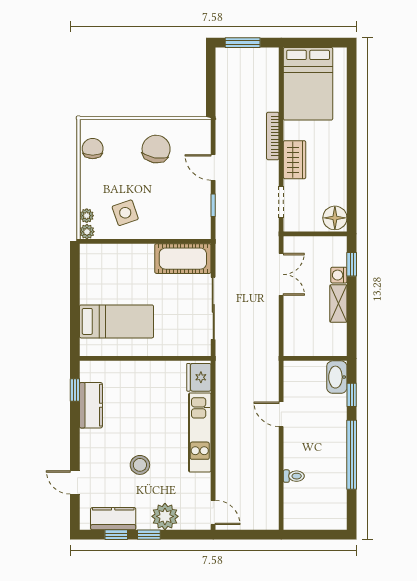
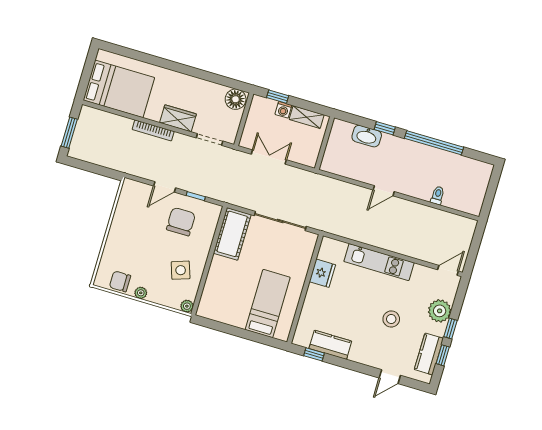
chair: (156, 149) -> (181, 222), moved, turned 80
plant: (87, 216) -> (141, 293), moved
wall: (315, 358) -> (324, 143), moved
fridge: (199, 377) -> (322, 273), moved, turned -90

